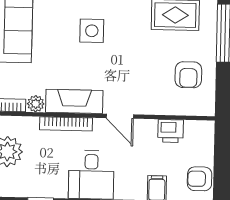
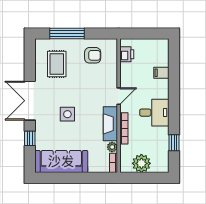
printer: (171, 131) -> (127, 54), moved
armchair: (200, 179) -> (155, 47), removed

